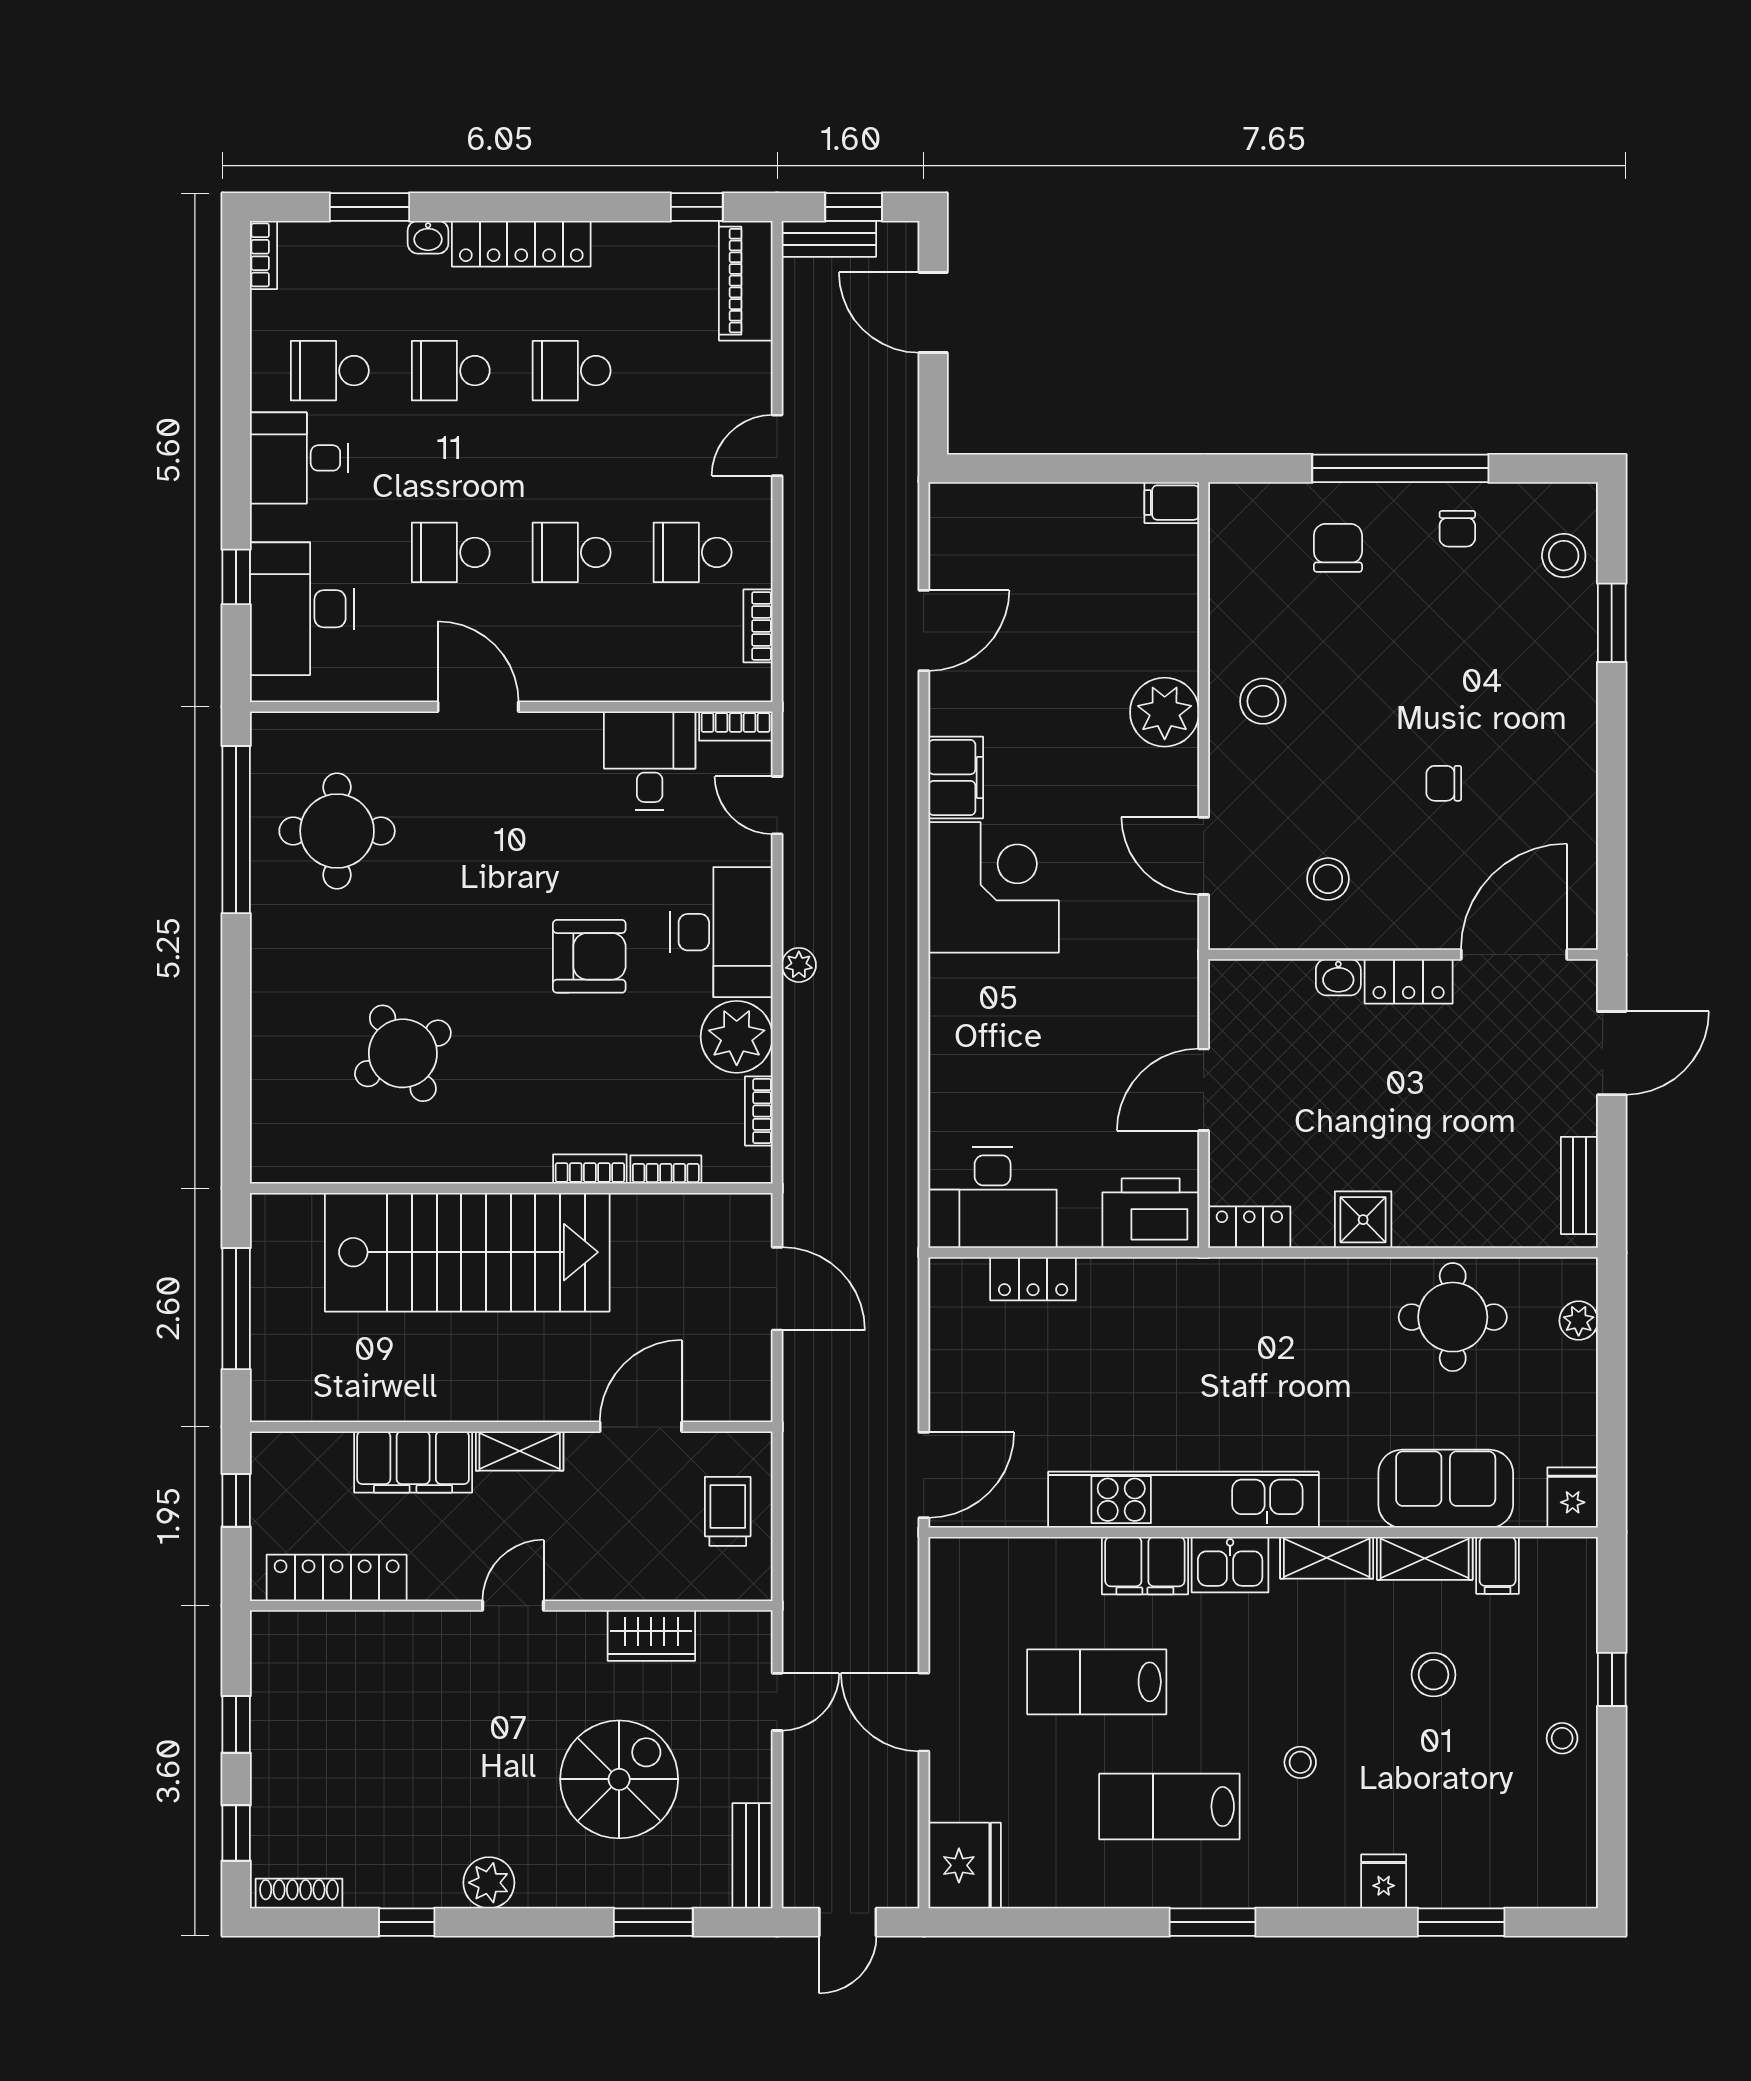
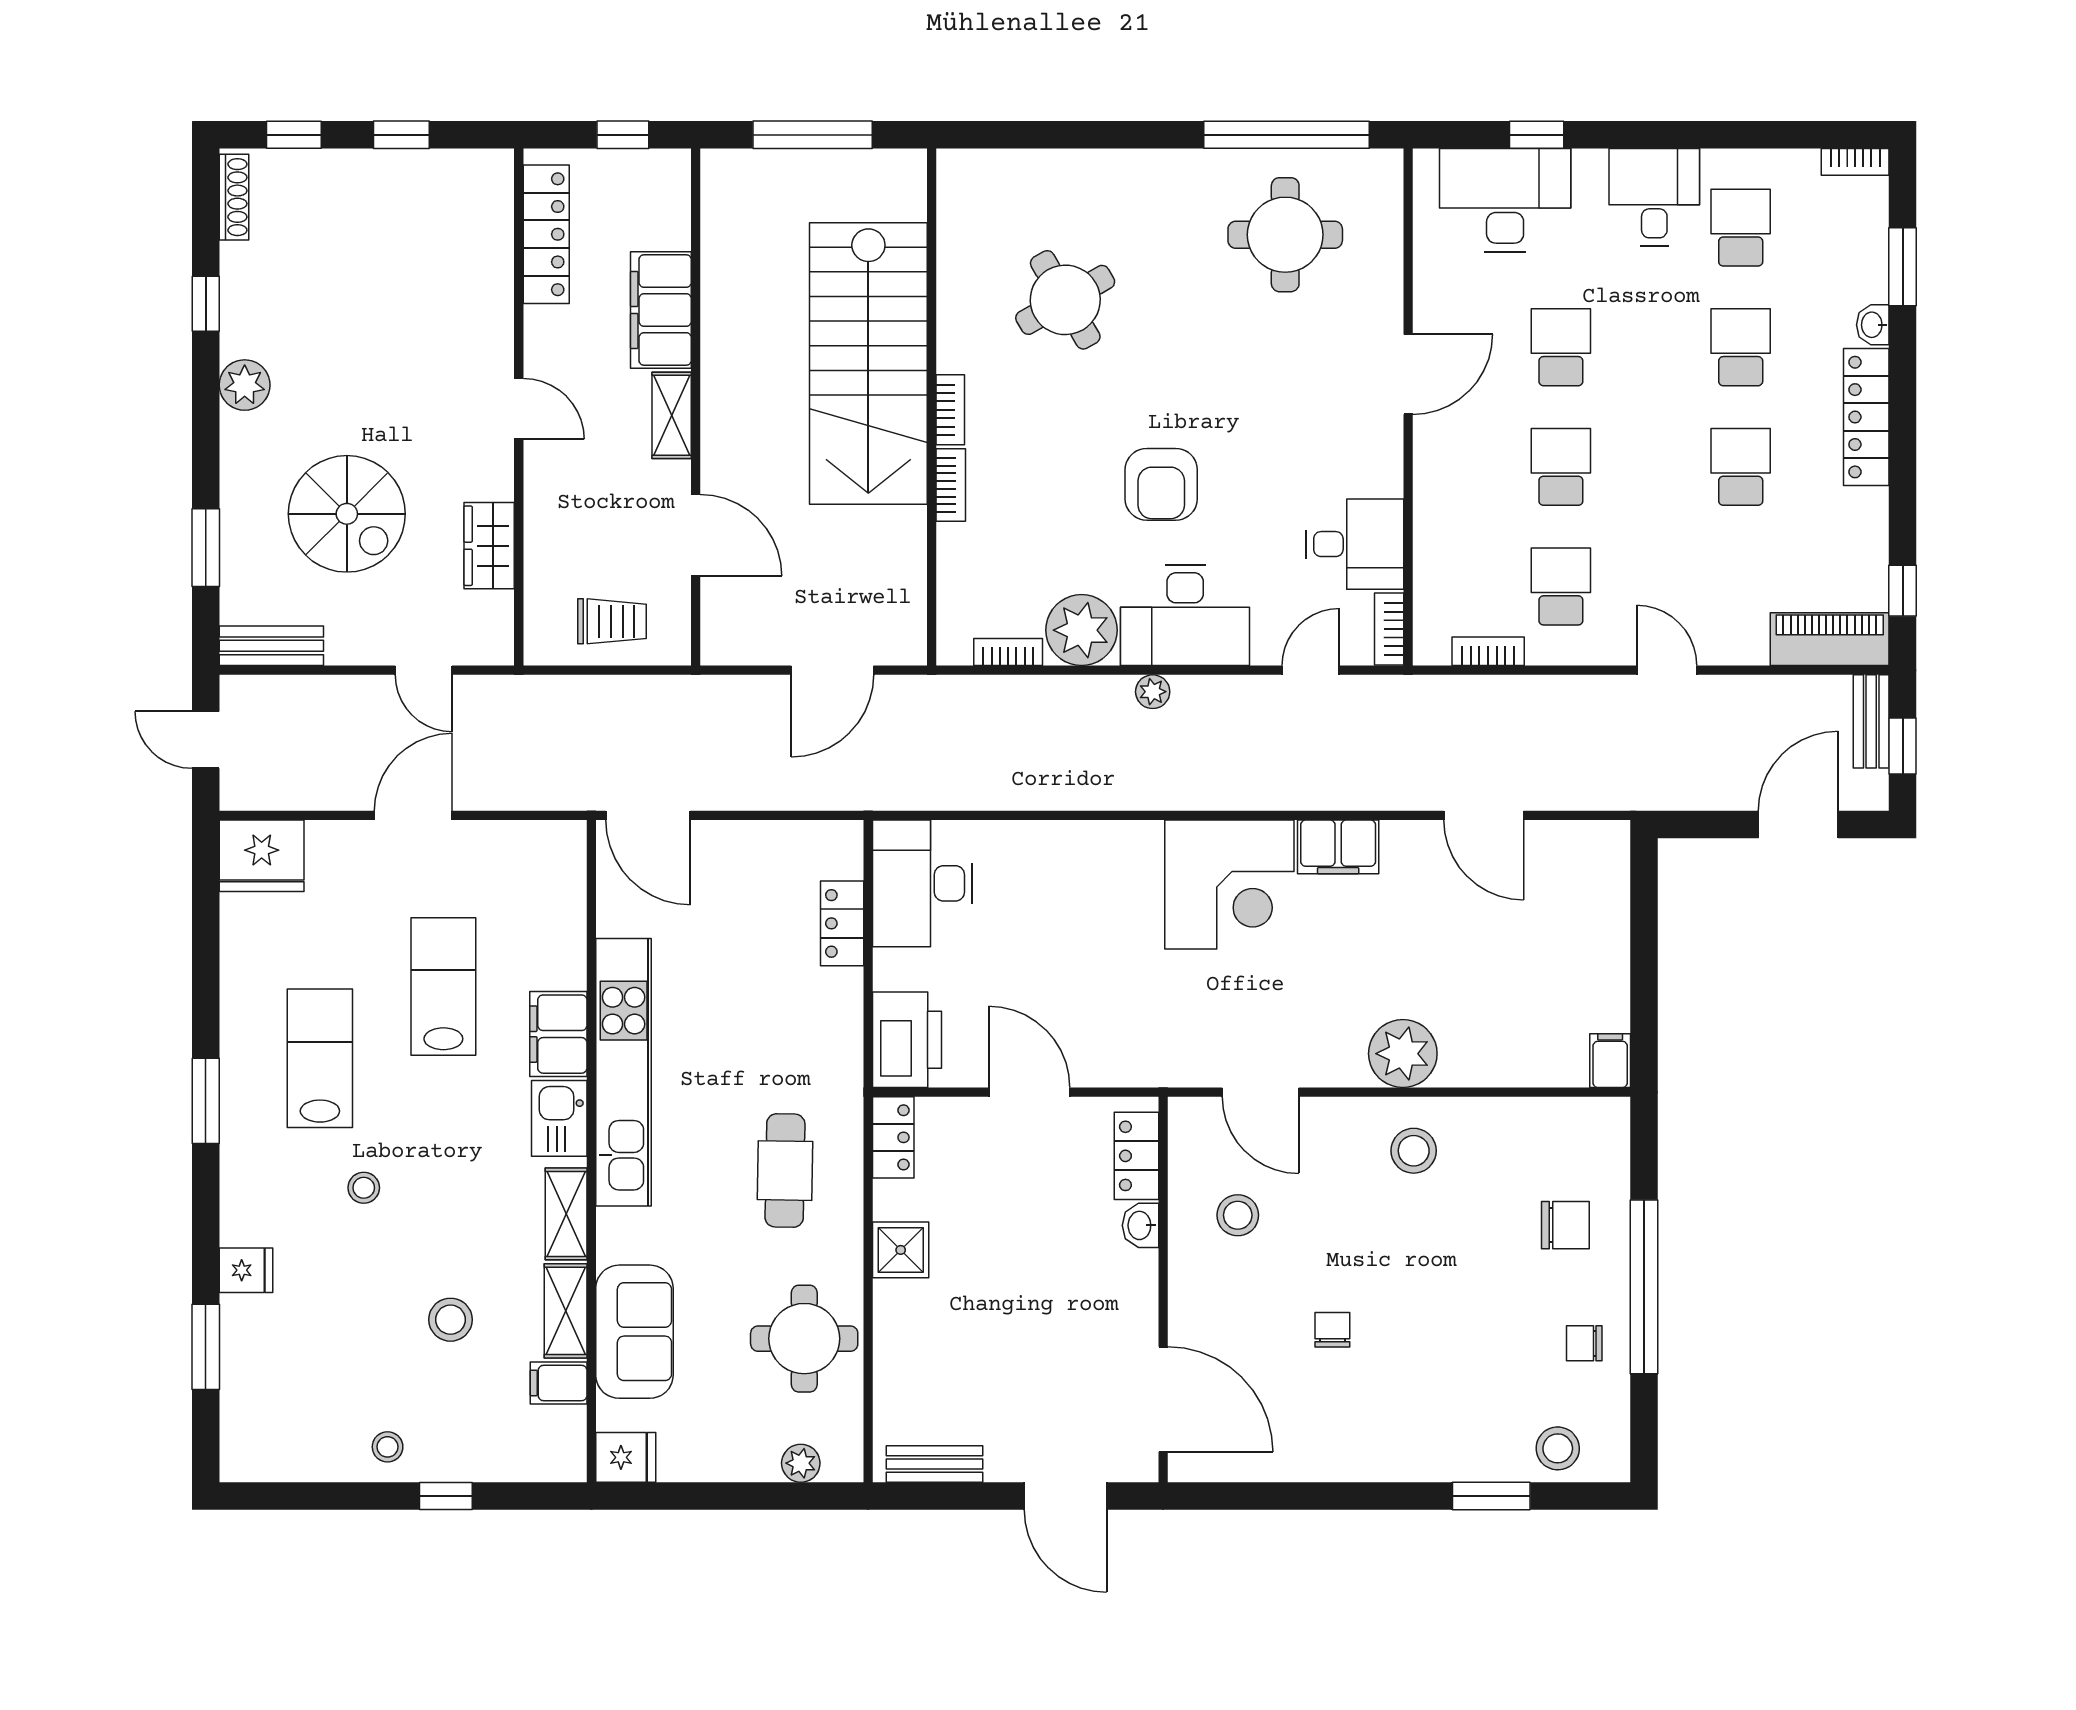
door: (1204, 856) -> (1261, 1092), swing flipped
locker: (1409, 981) -> (1136, 1156), moved
bookcase: (666, 1170) -> (950, 410), moved
cafe table: (1283, 1337) -> (785, 1171), added

